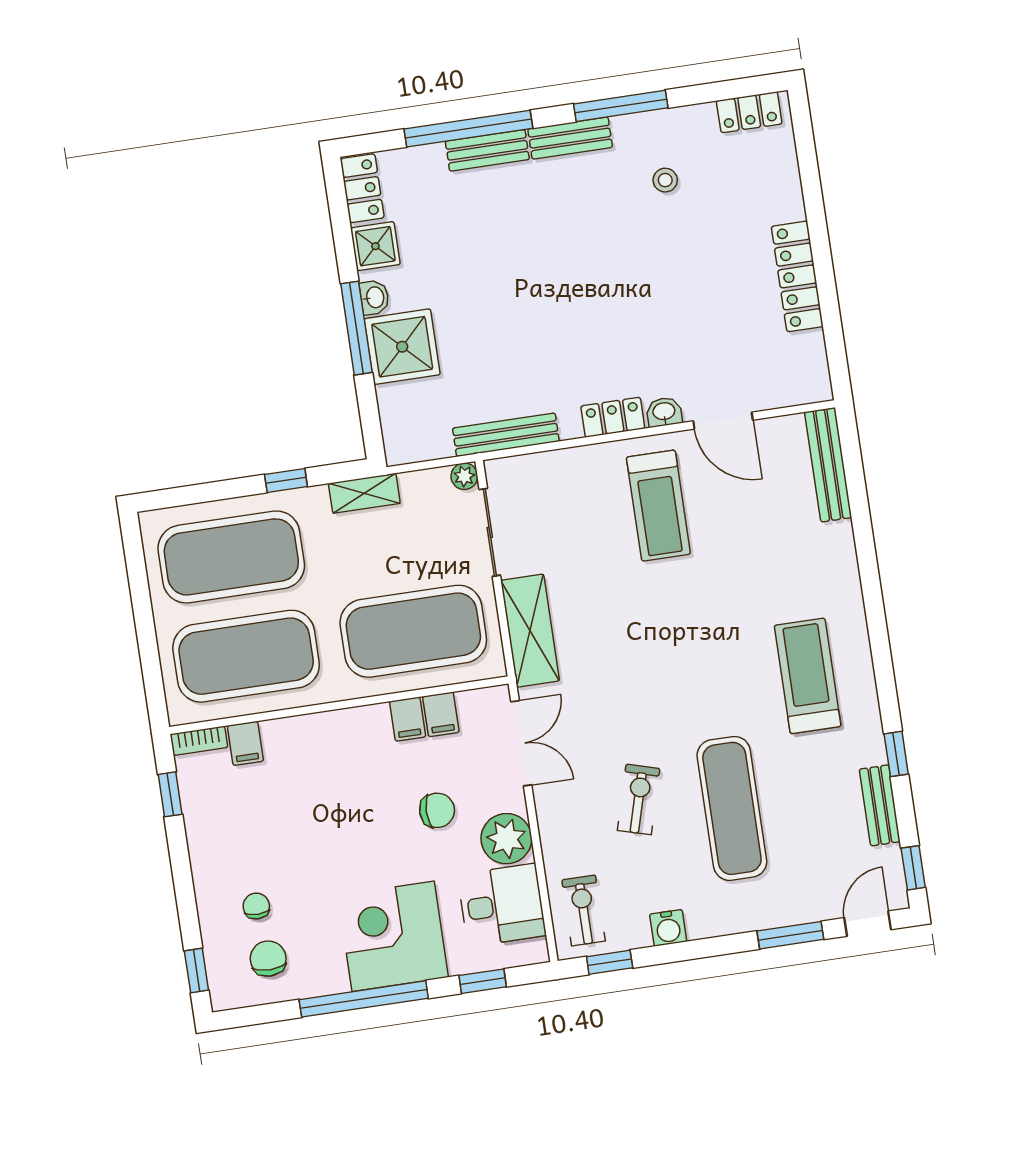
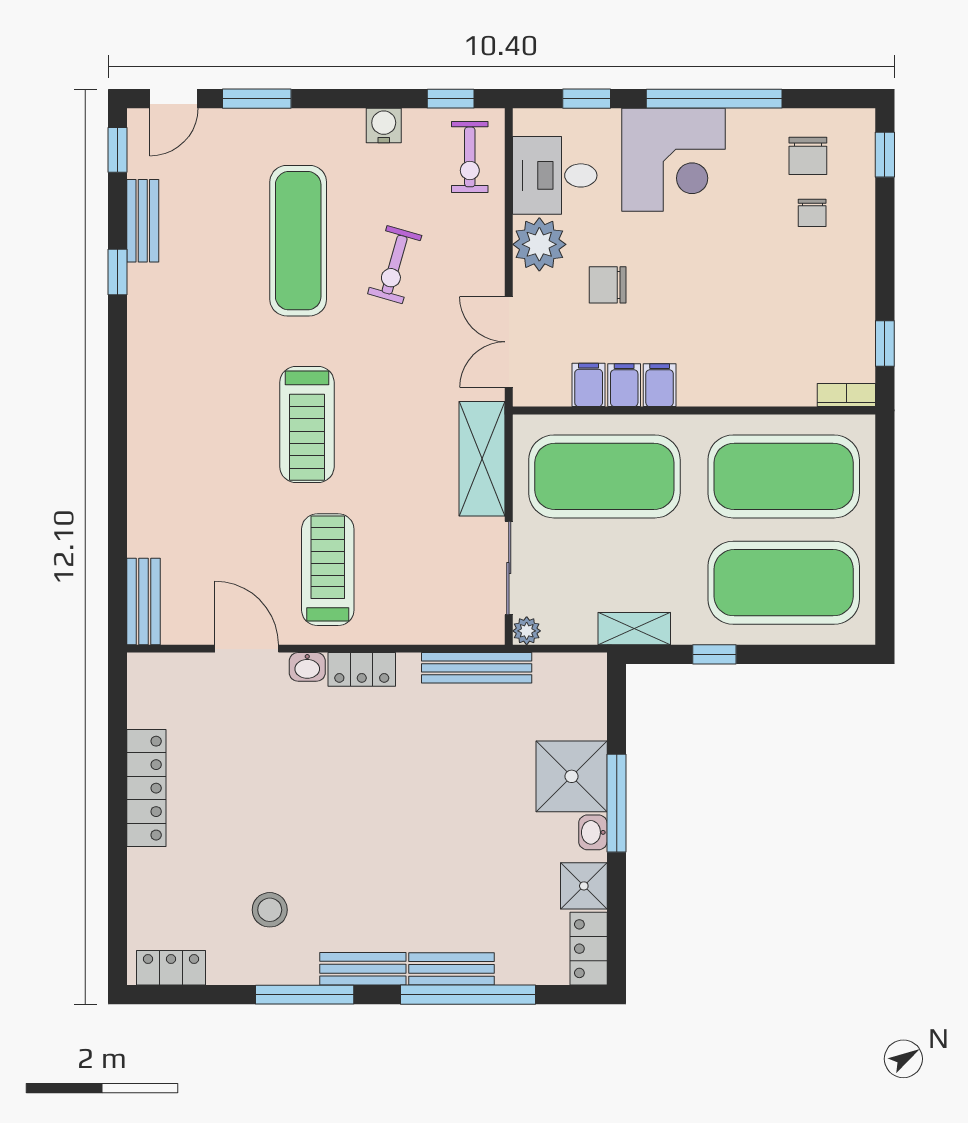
stool: (665, 180) -> (270, 910), width x1.37, depth x1.37
bench: (828, 465) -> (143, 602), width x0.73
treadmill: (808, 676) -> (307, 425), moved
filing cabinet: (245, 743) -> (660, 385), moved

